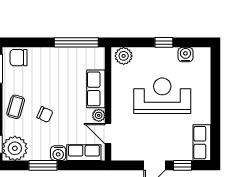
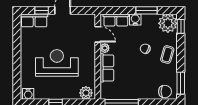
water cooler: (185, 55) -> (28, 94), moved
reception desk: (162, 96) -> (57, 63), turned 180
row of seats: (202, 143) -> (34, 20), moved, turned 90

